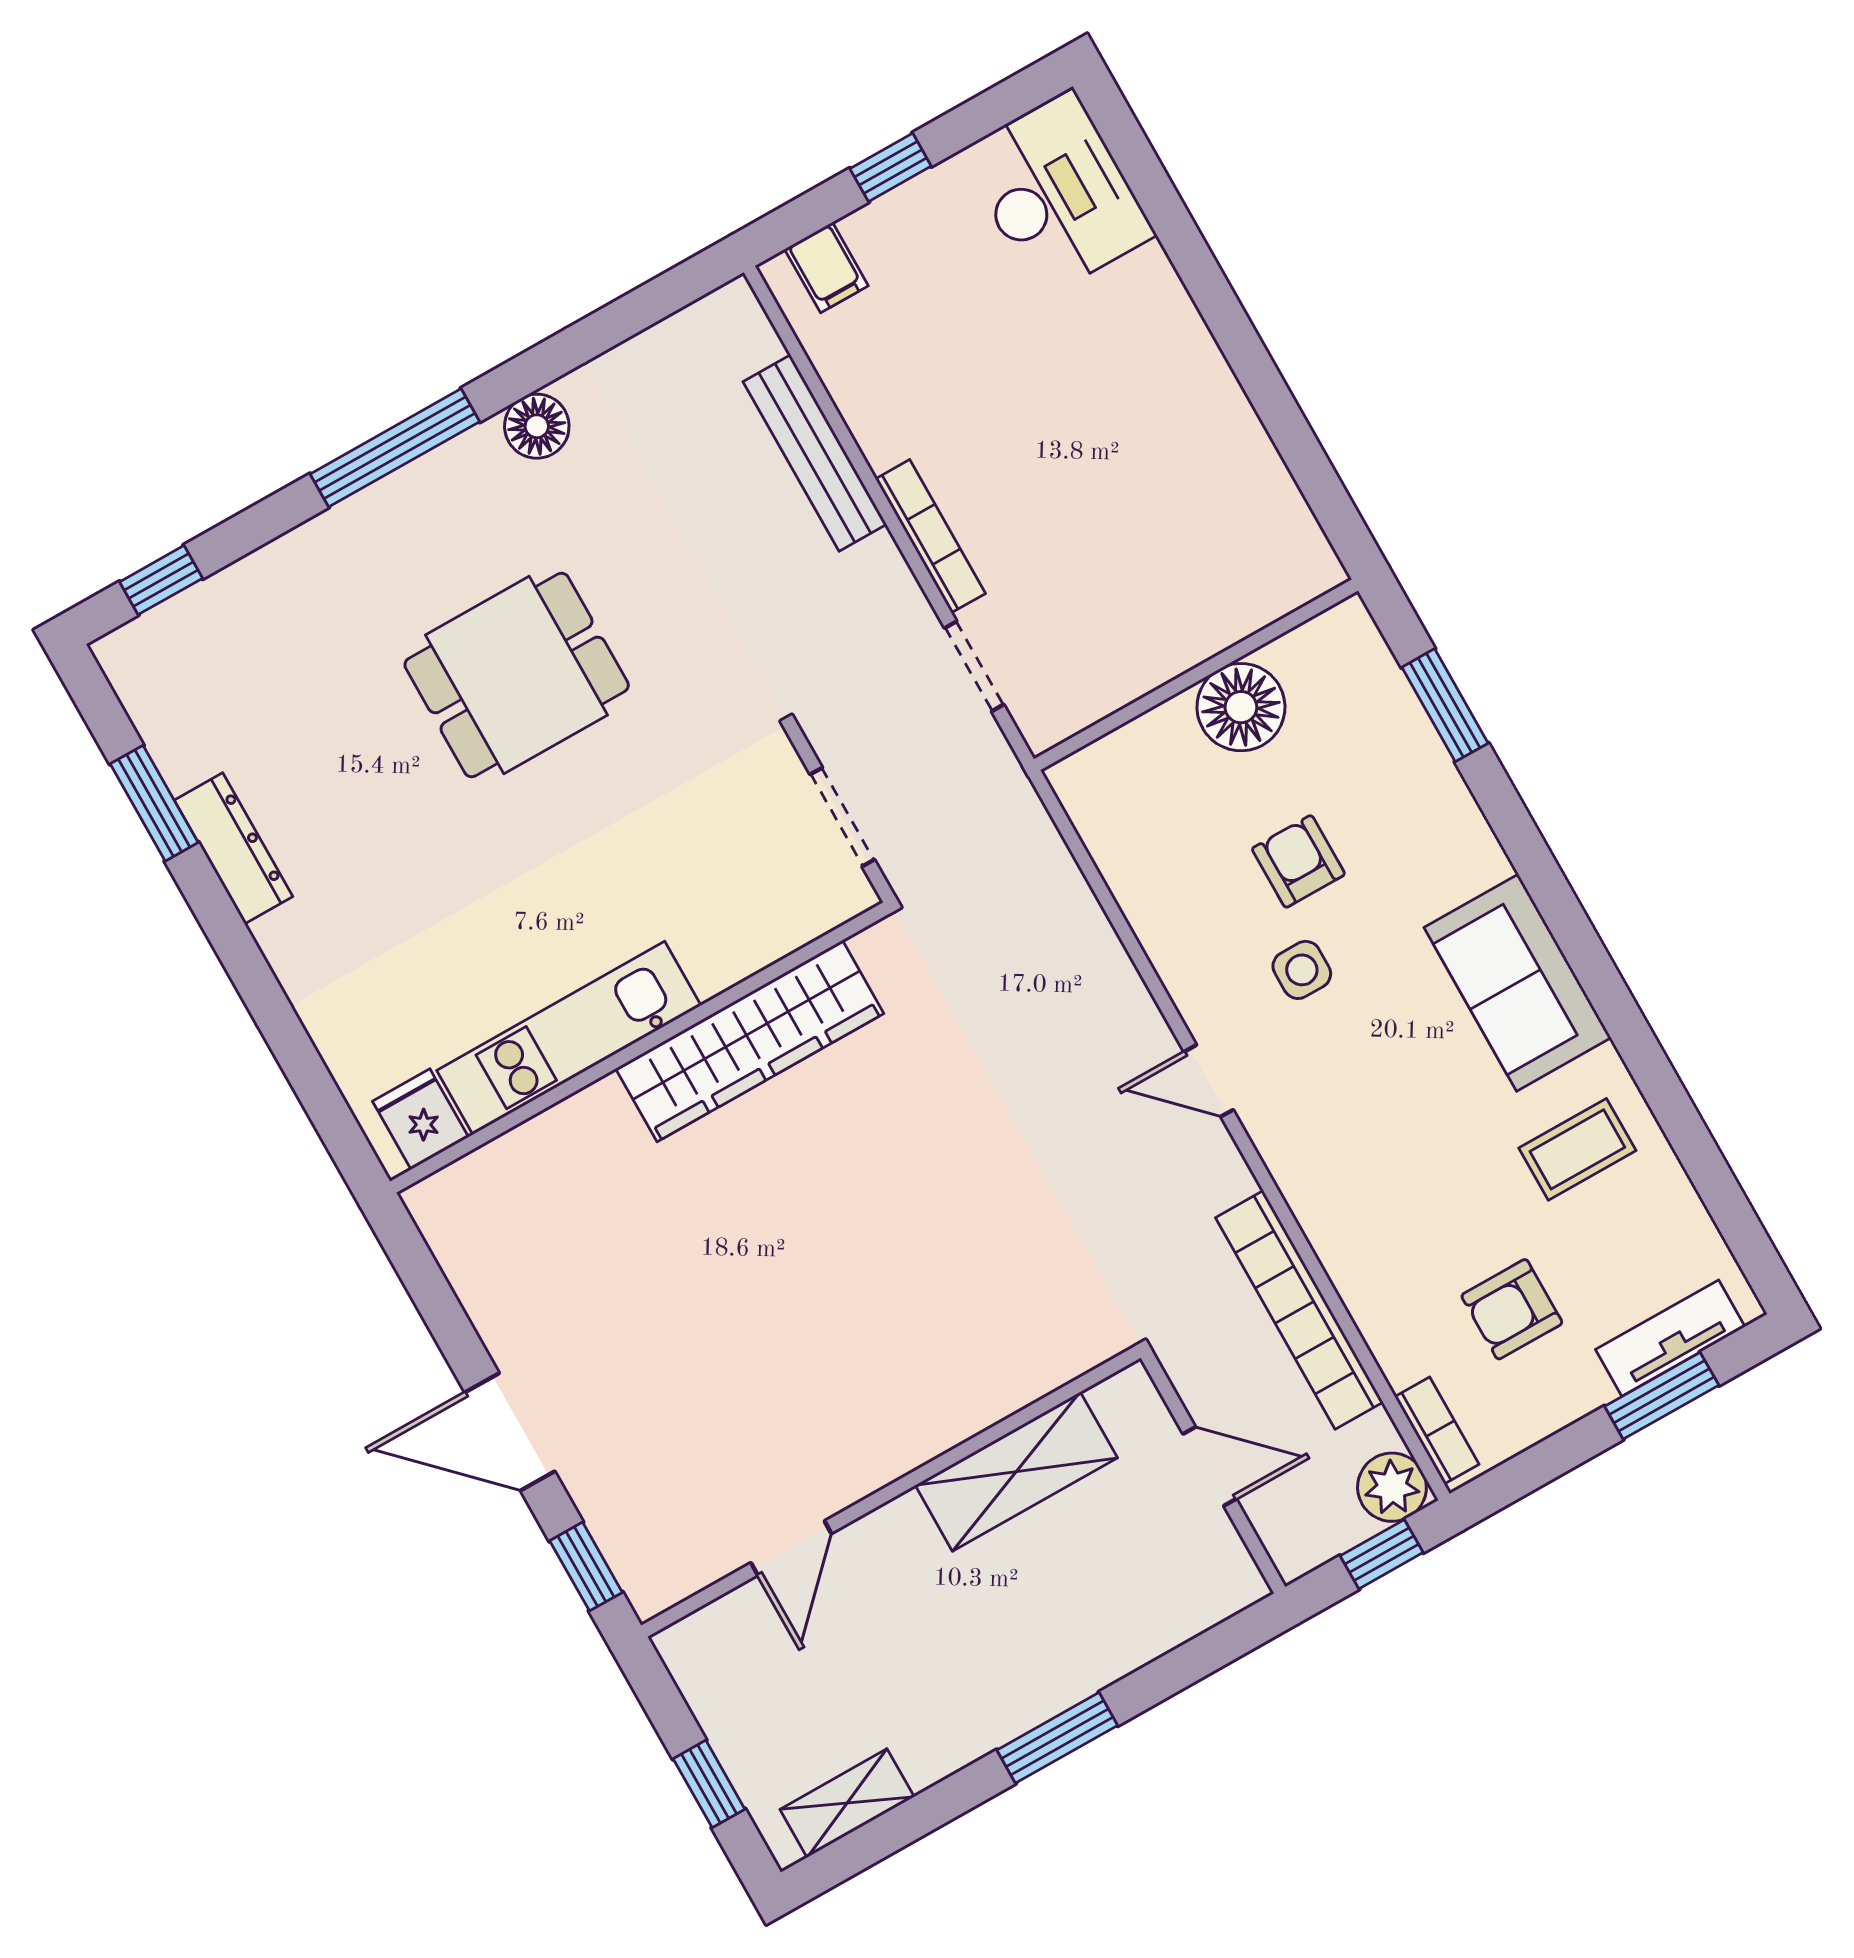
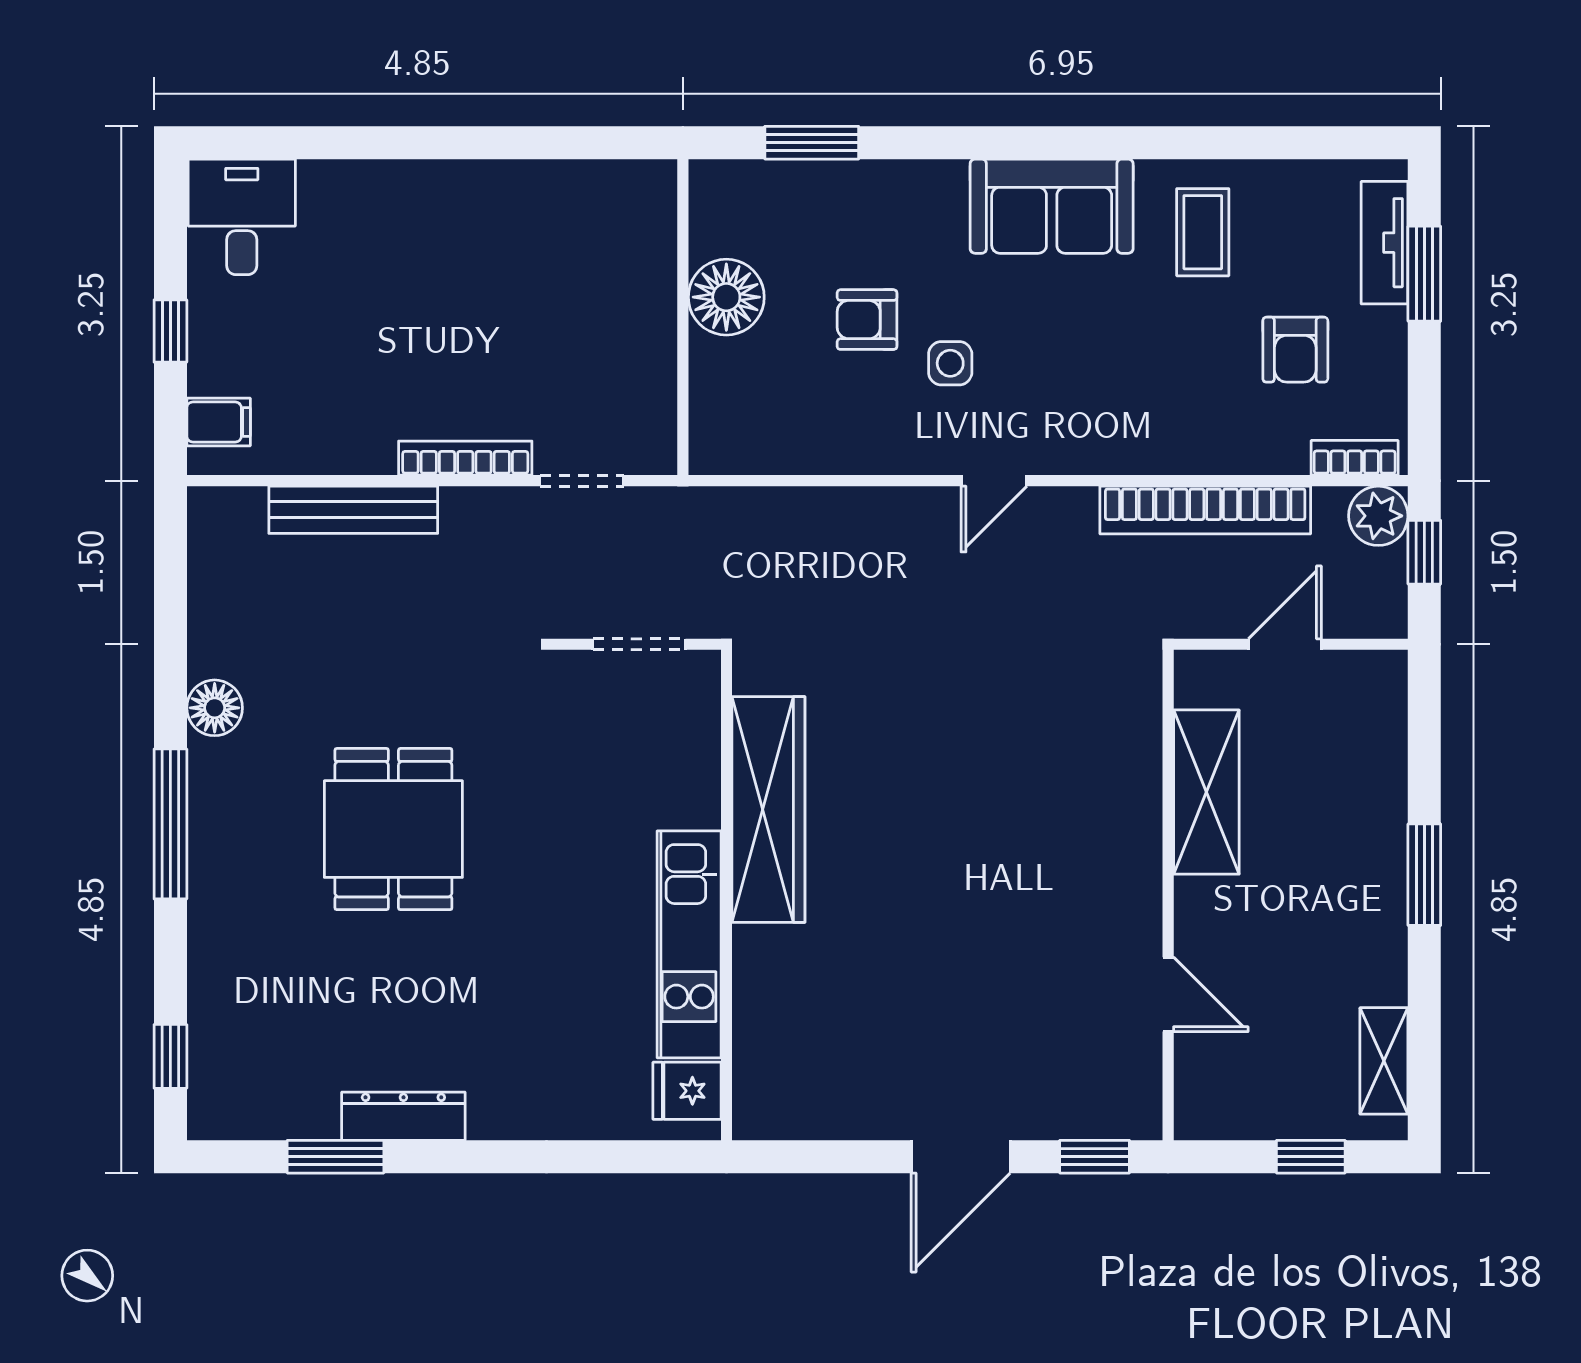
desk: (1057, 194) -> (242, 217), width x0.73

